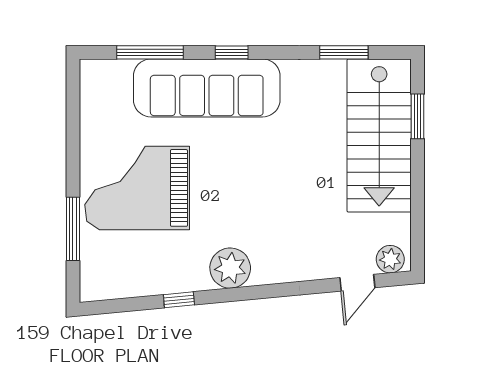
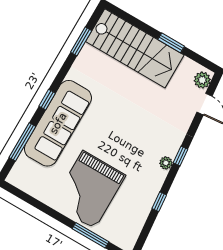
window: (418, 116) -> (171, 43), moved
plant: (230, 268) -> (166, 163), width x0.53, depth x0.53
window: (263, 292) -> (180, 156), added

